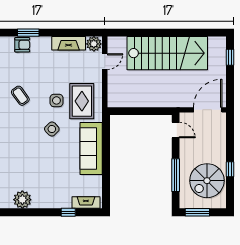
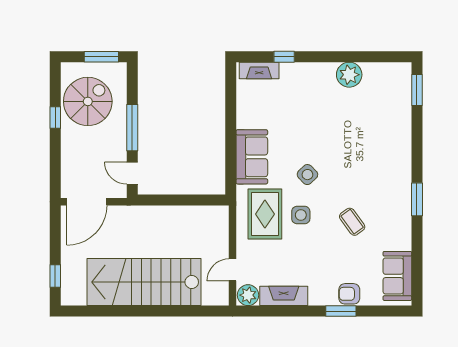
sofa: (91, 148) -> (252, 157), width x0.73
window: (176, 175) -> (132, 128), moved

